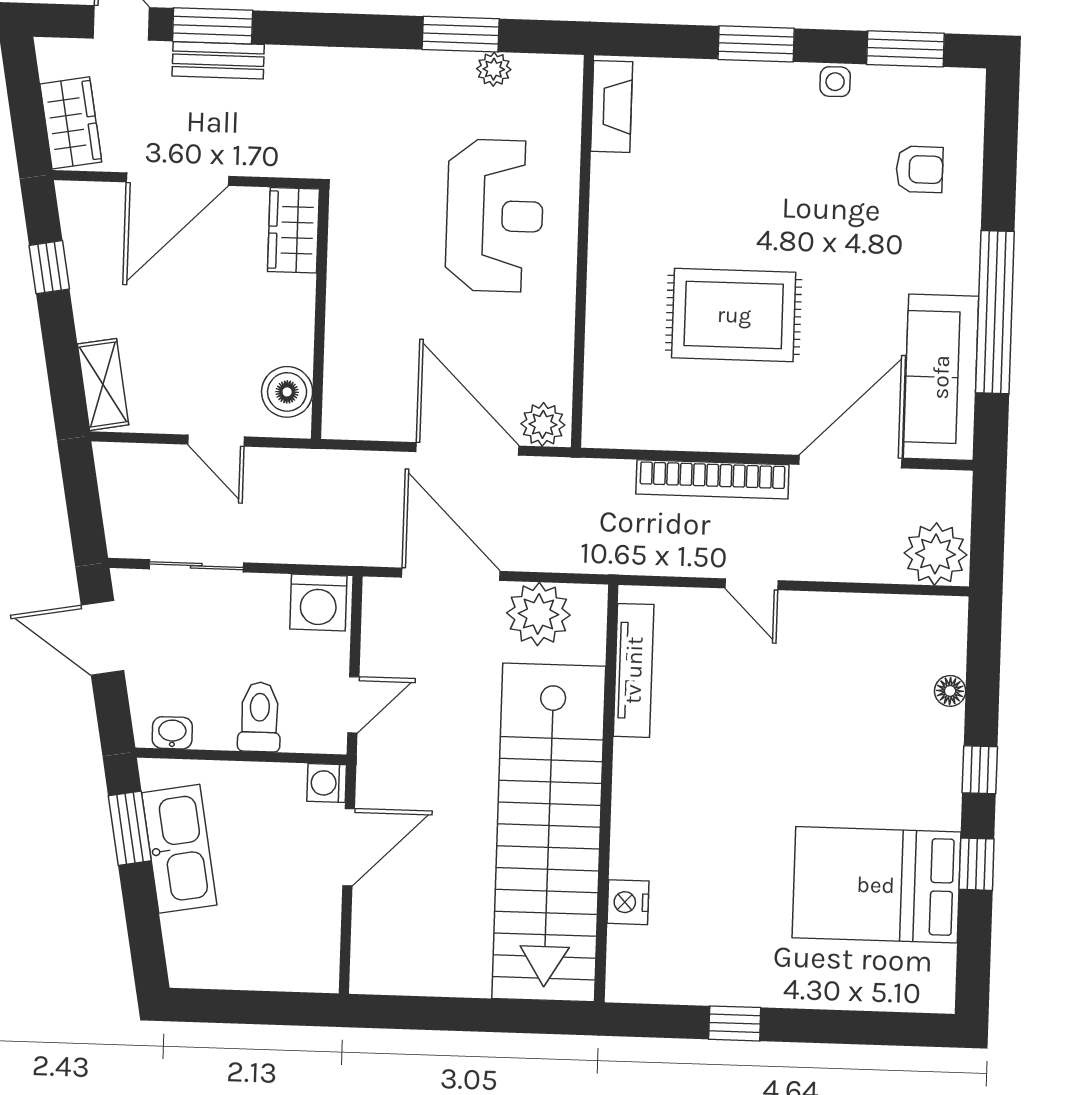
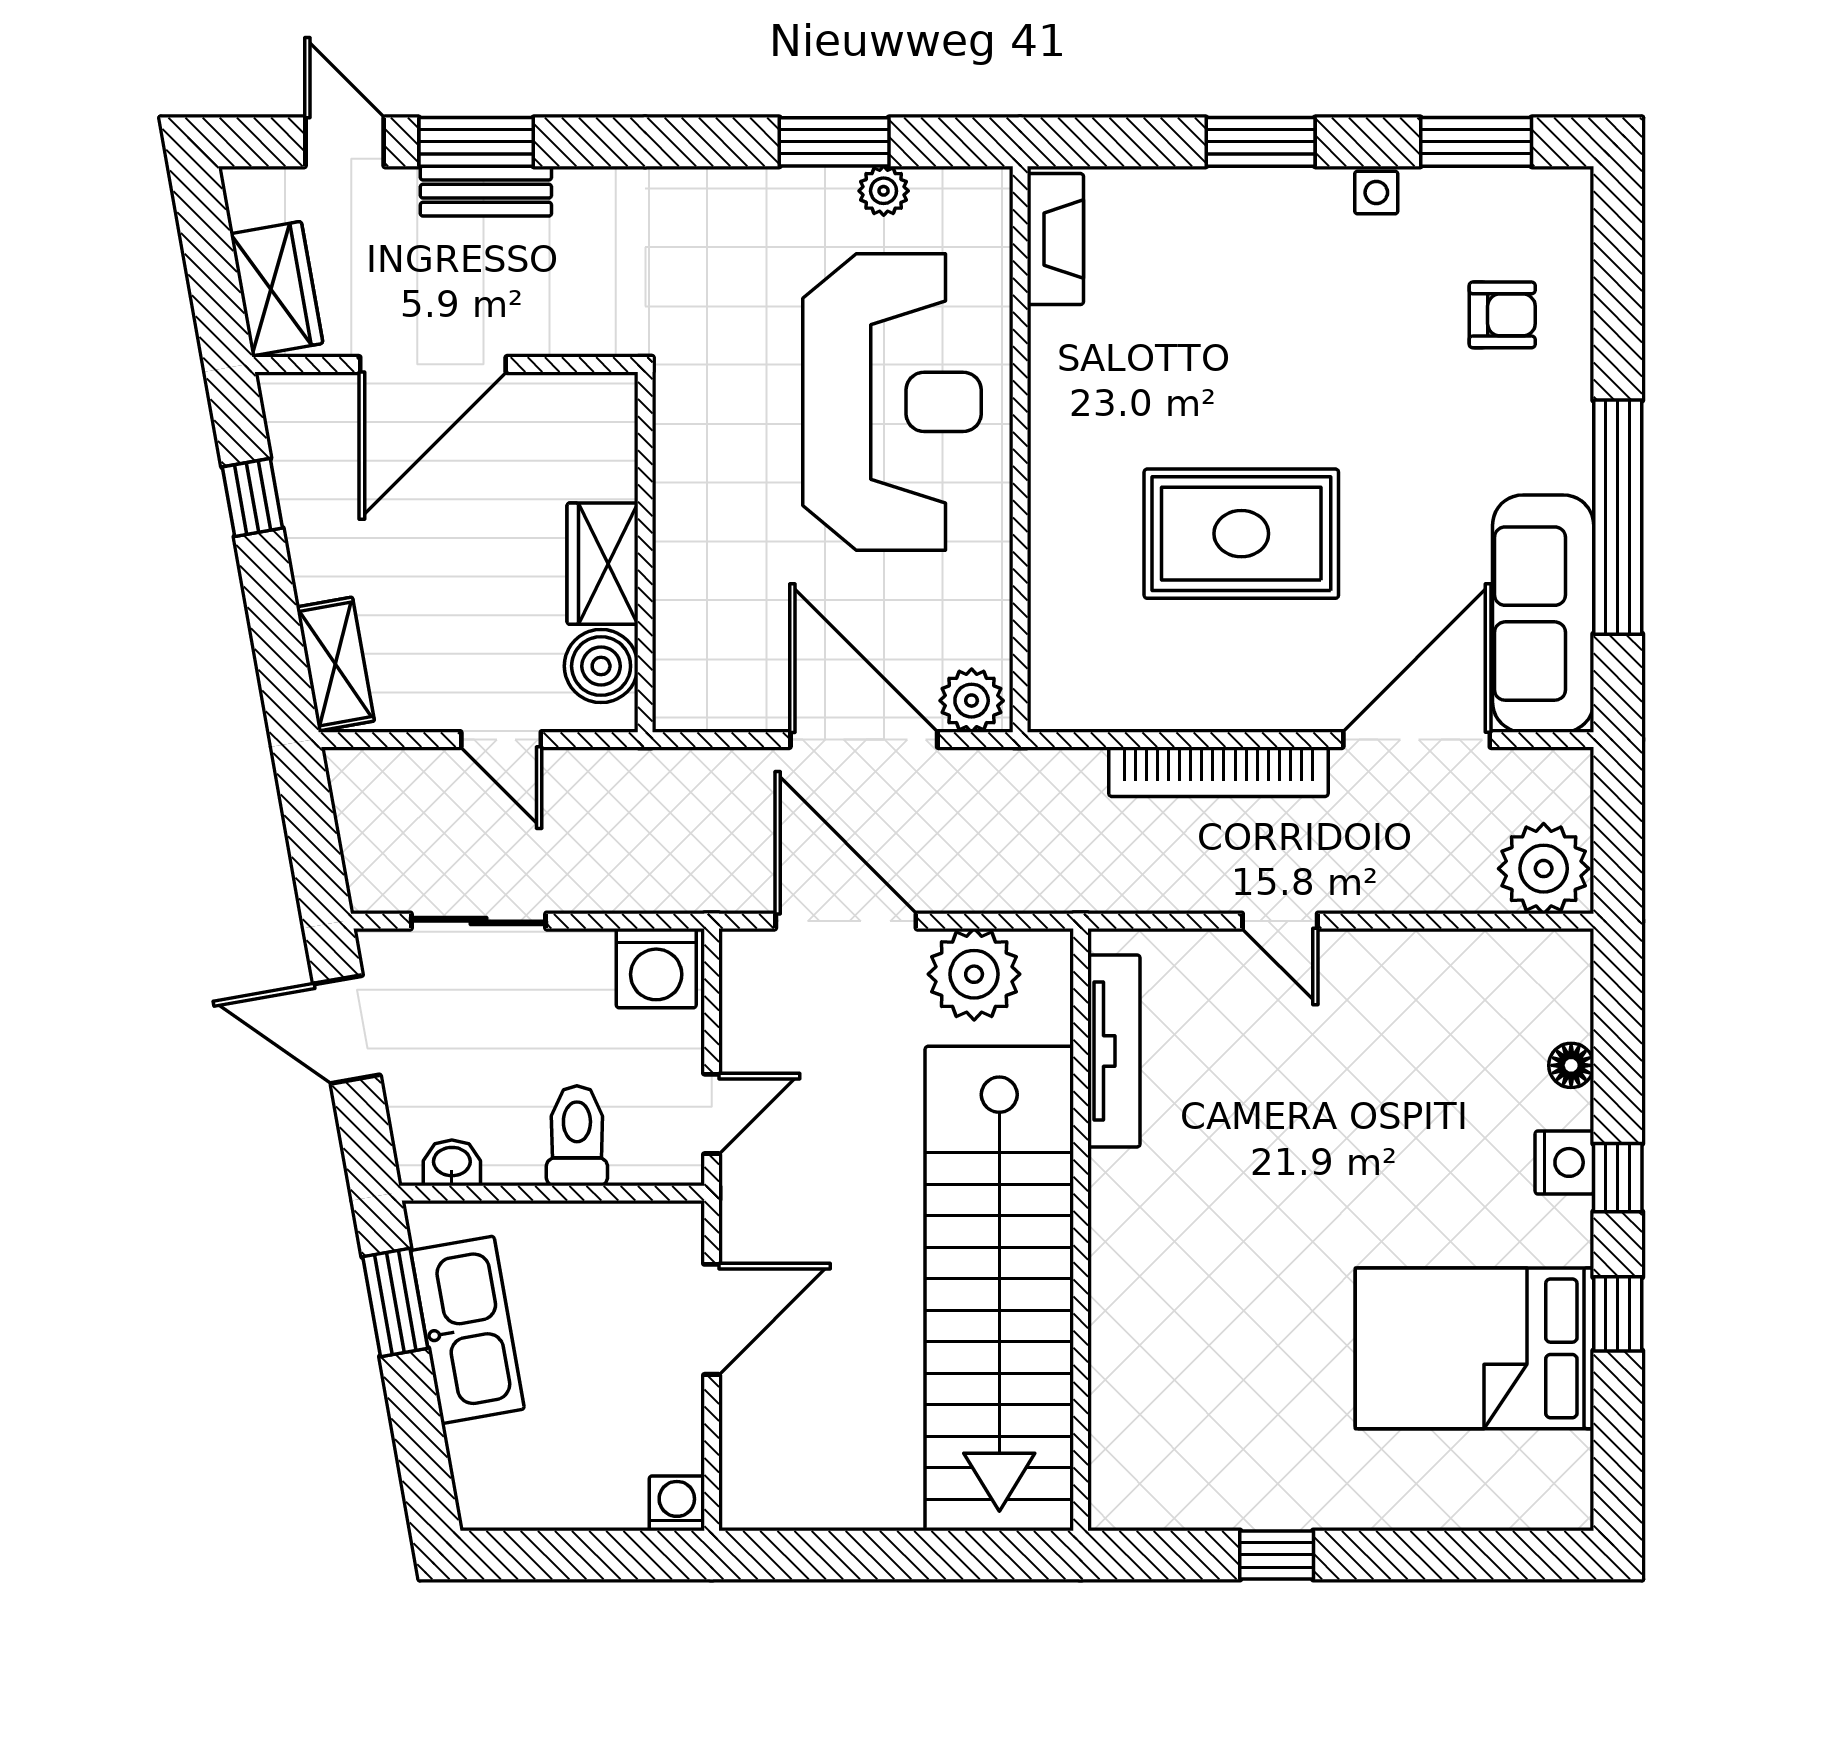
reception desk: (495, 216) -> (892, 402), width x1.36, depth x1.30
wardrobe: (293, 230) -> (602, 564), moved
washing machine: (327, 783) -> (677, 1503), moved, turned 90
nightstand: (628, 902) -> (1564, 1162), moved, turned 180

